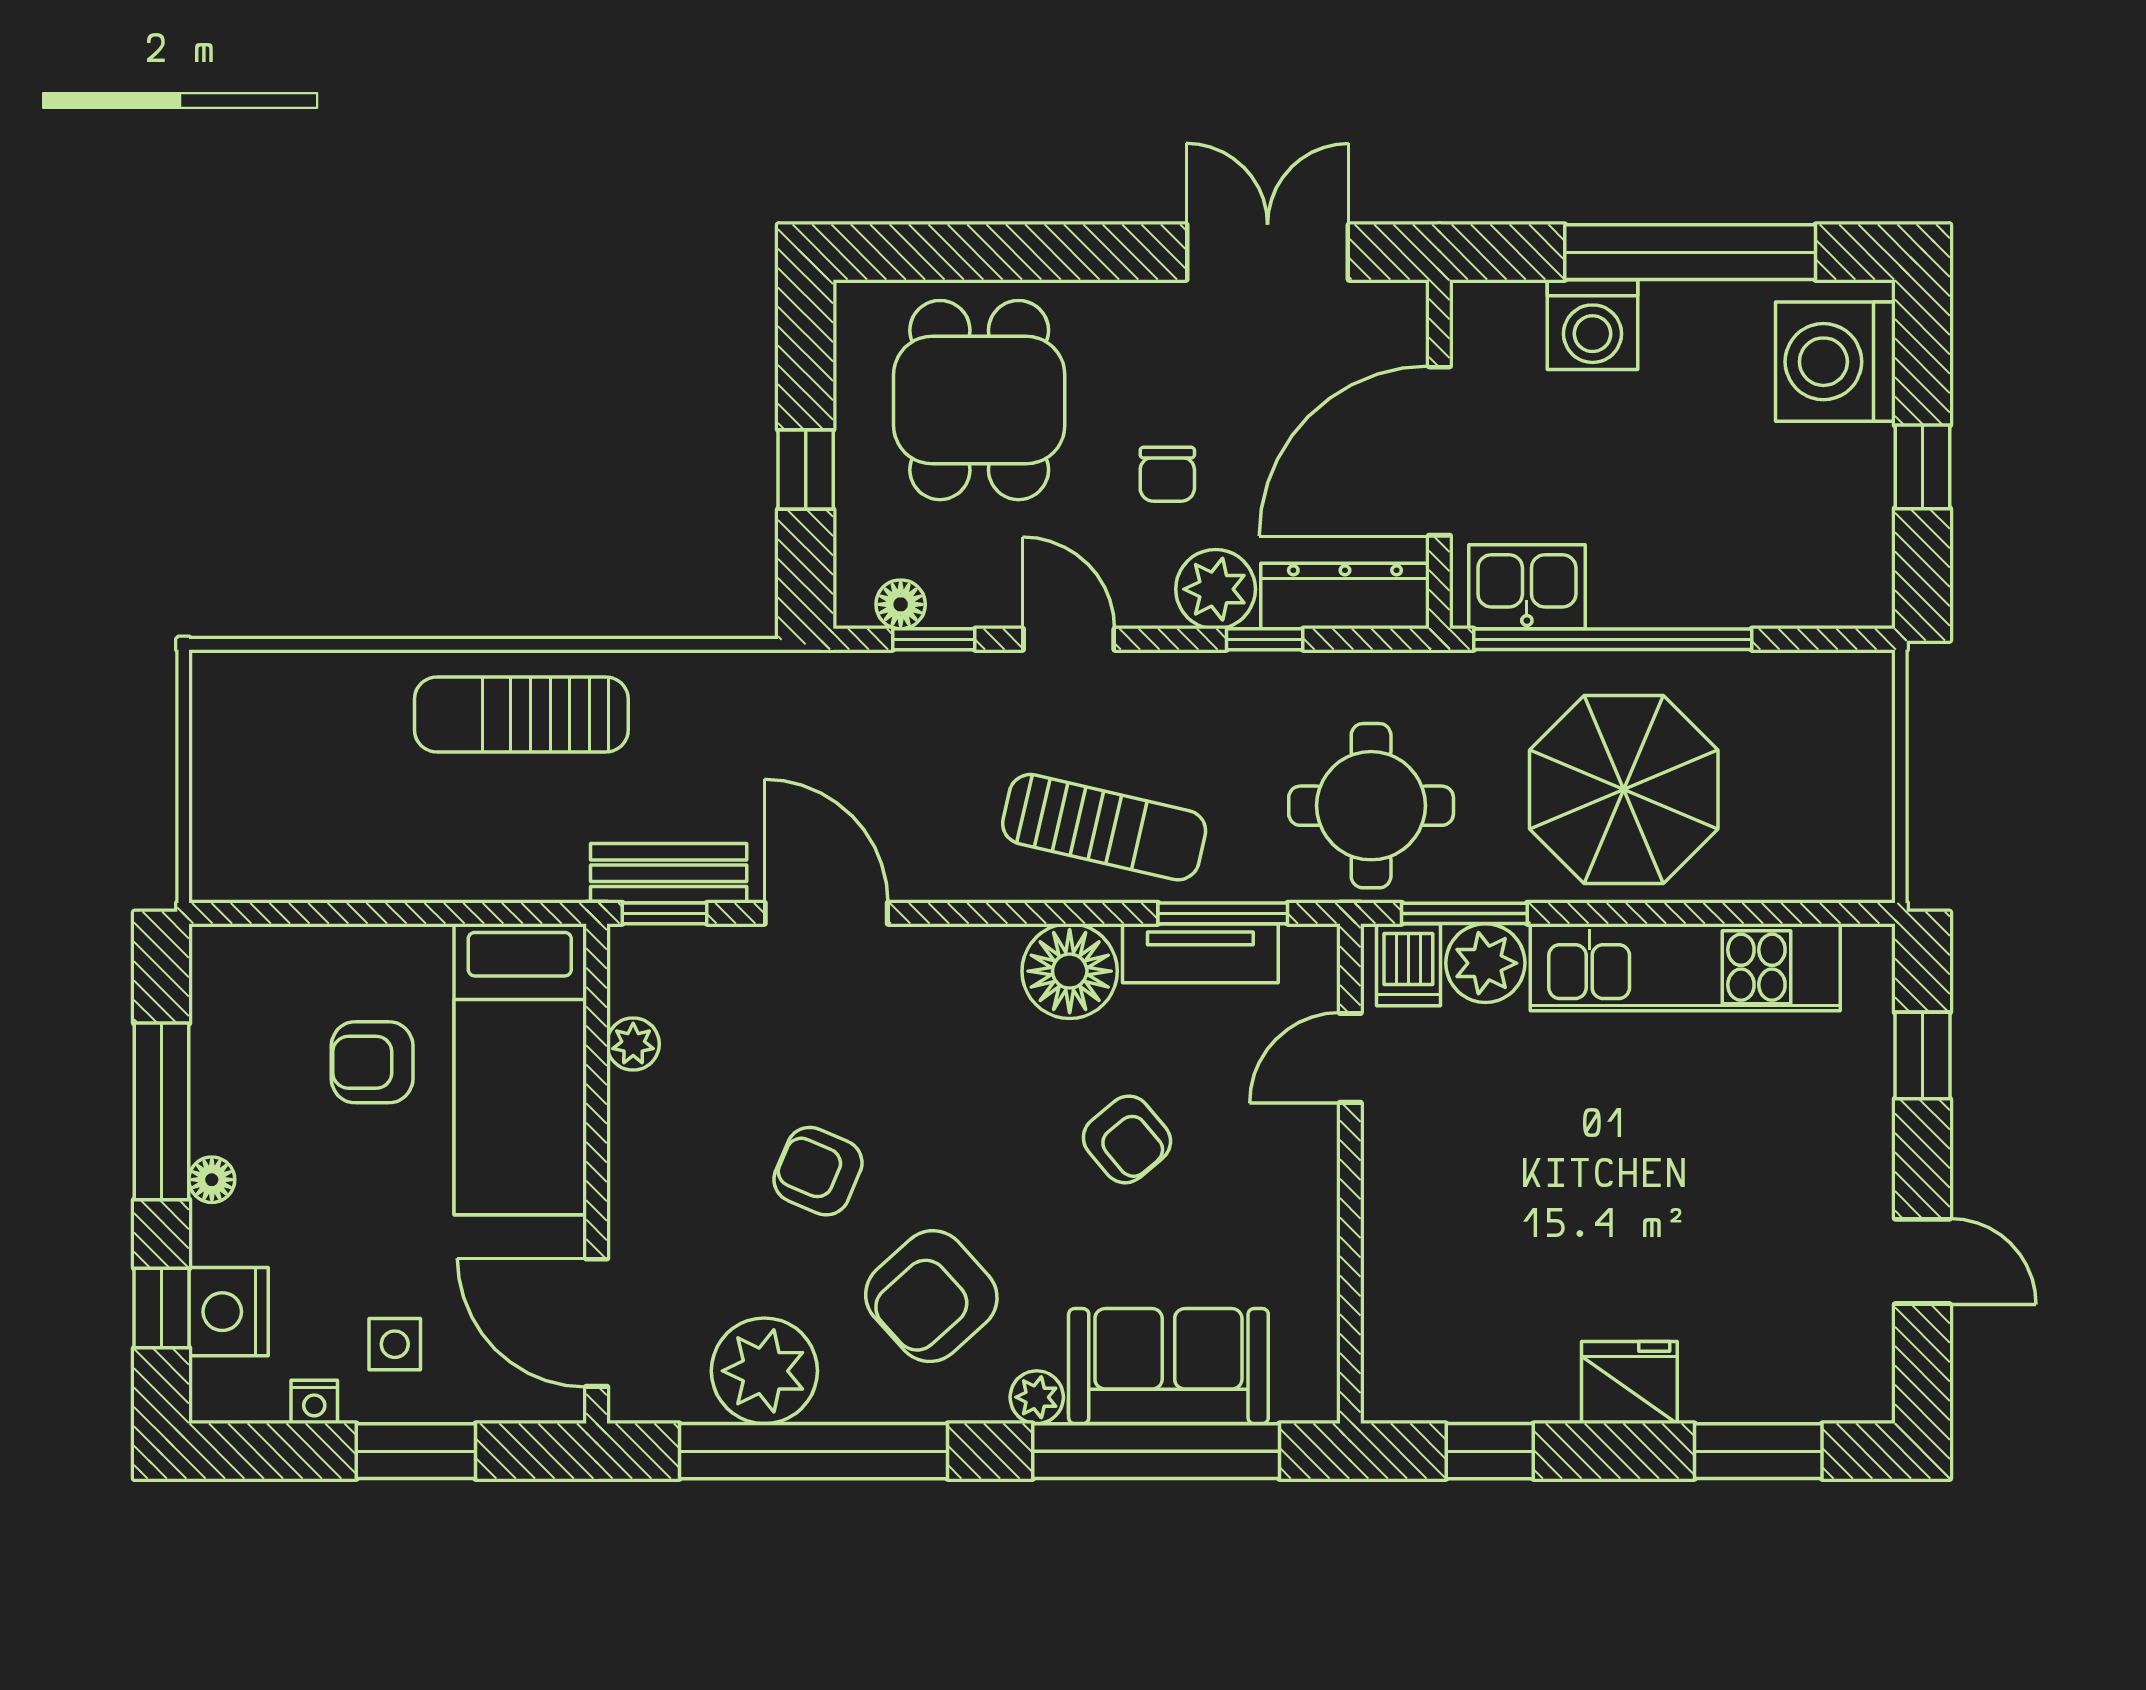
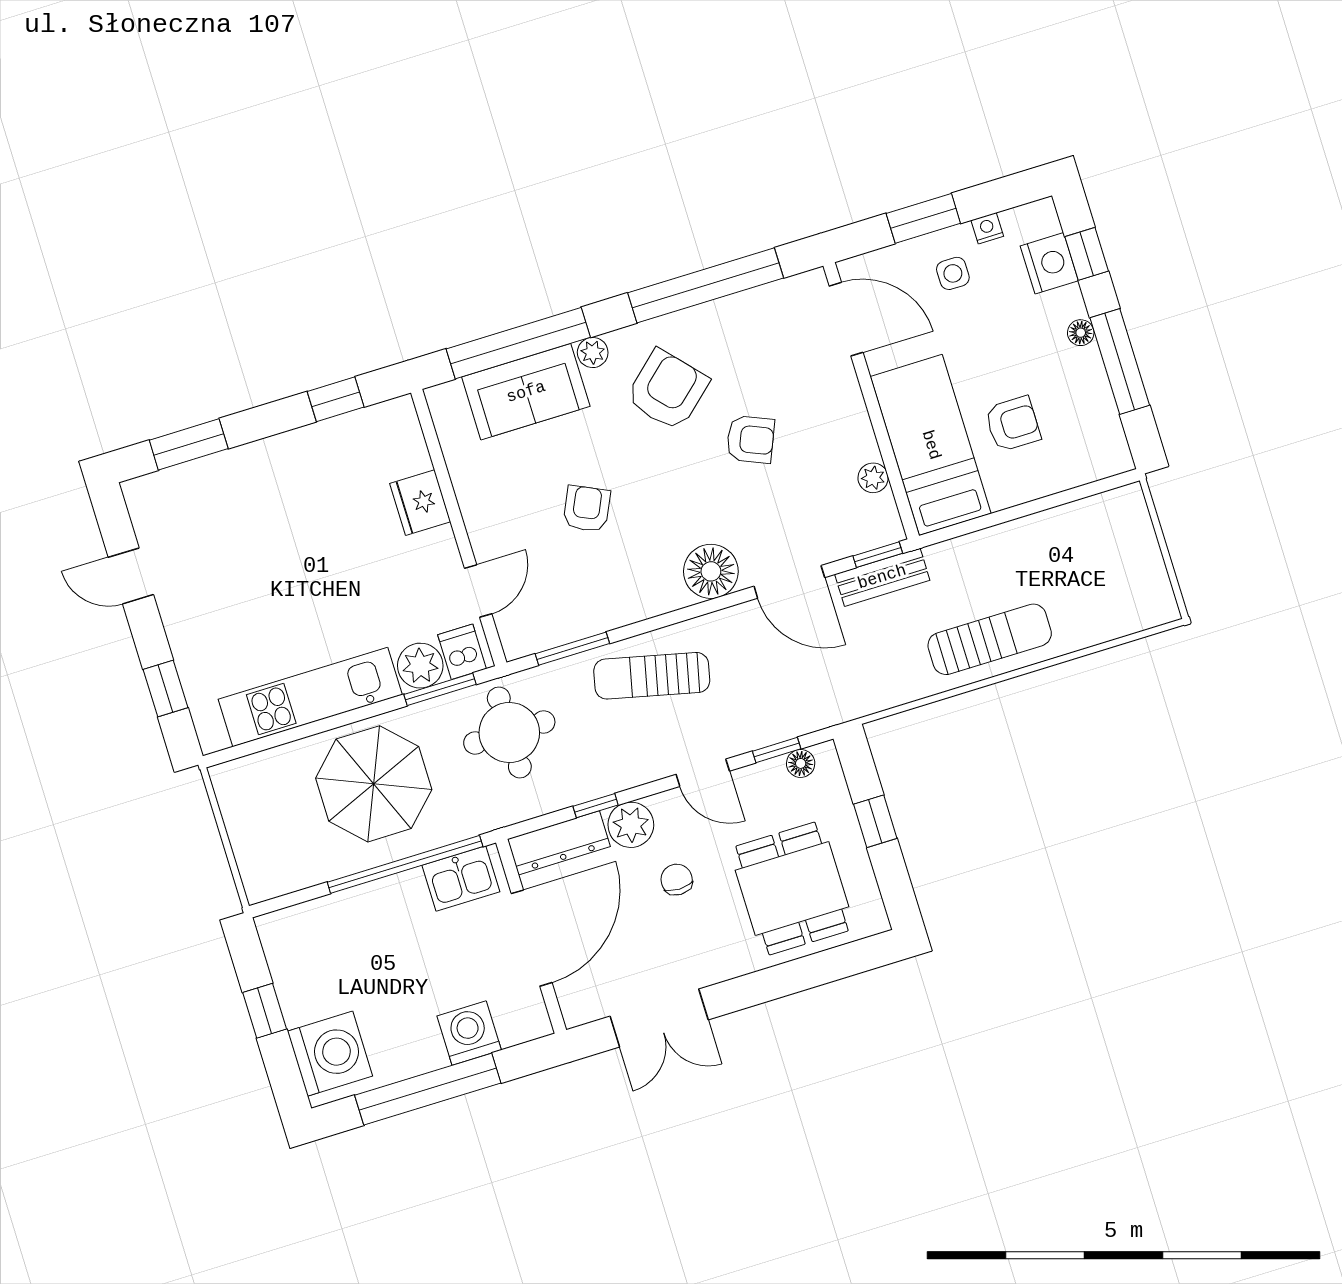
tv unit: (1200, 953) -> (578, 623), removed
floor lamp: (1070, 971) -> (711, 571), moved
armchair: (1127, 1139) -> (587, 509), turned 65
plant: (764, 1371) -> (746, 321), removed
fridge: (1629, 1383) -> (420, 503), moved, turned 90

